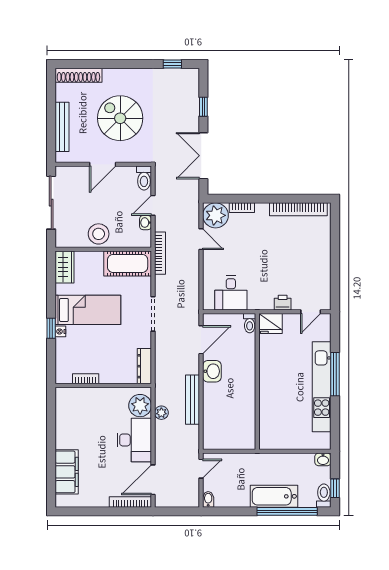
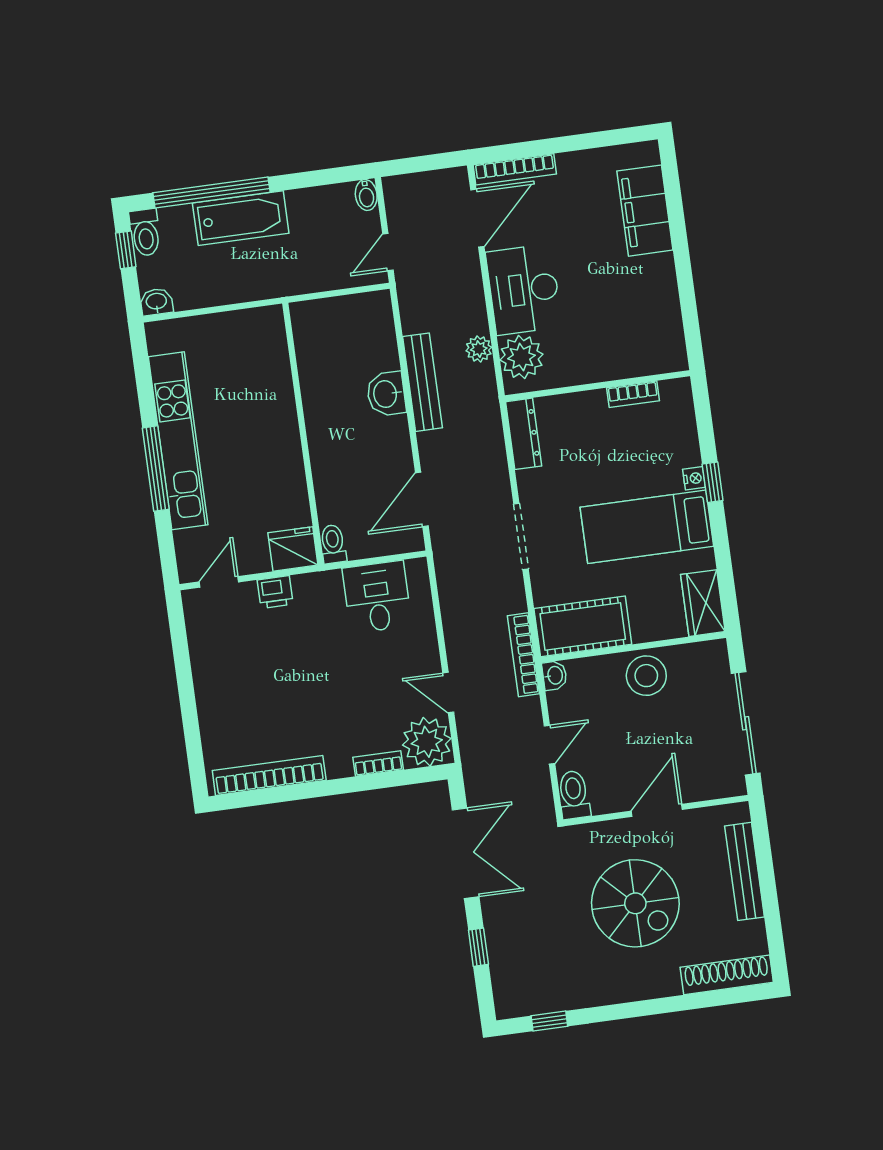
washbasin: (146, 223) -> (554, 675), moved
washbasin: (212, 371) -> (386, 394), moved

